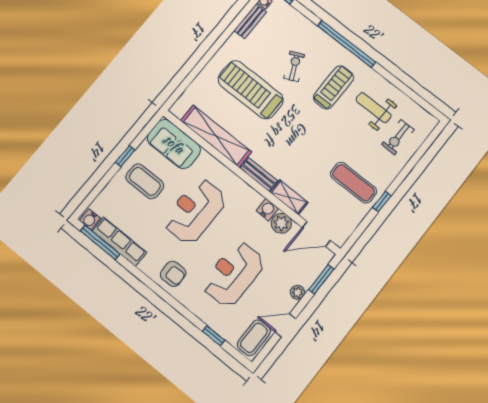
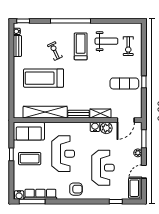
weight bench: (374, 108) -> (106, 41), turned 180
reception desk: (195, 211) -> (63, 154), turned 180
reception desk: (233, 274) -> (103, 168), turned 180

